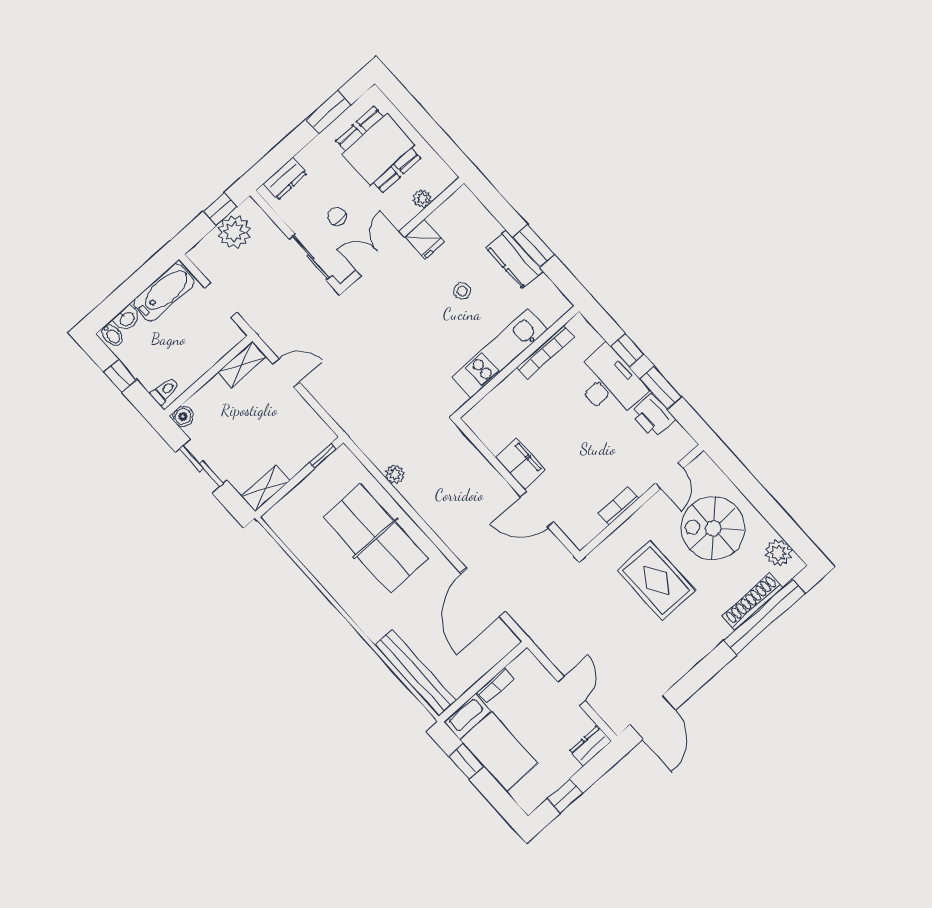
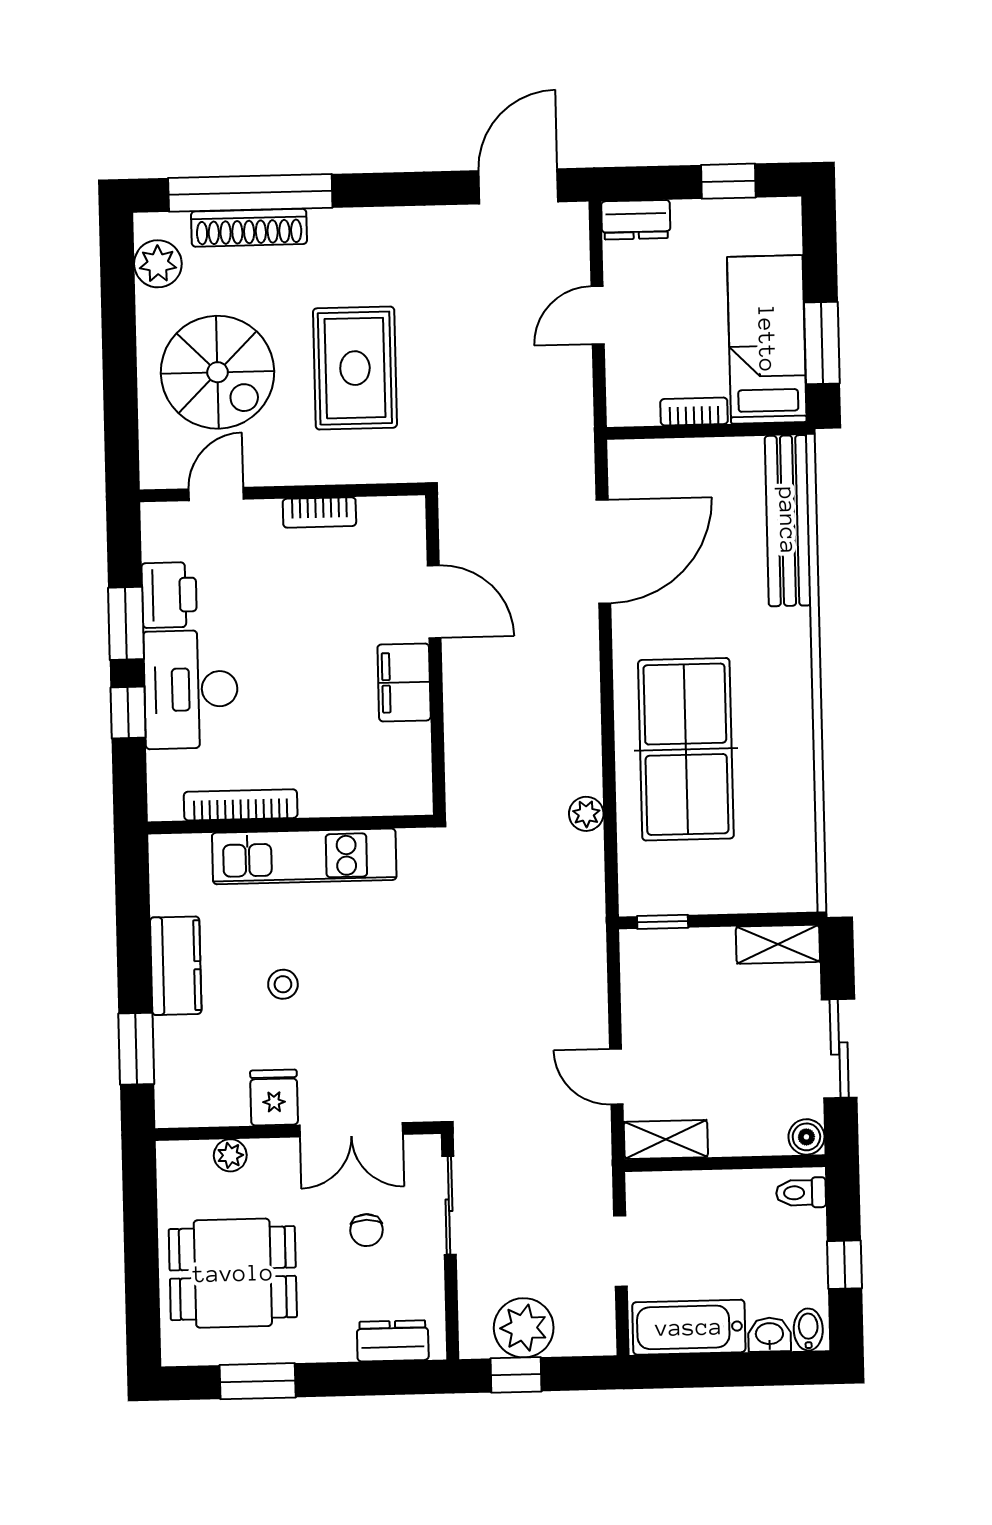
dining table: (378, 149) -> (233, 1273), turned 90
window: (534, 246) -> (136, 1049), moved
window: (466, 761) -> (822, 343), width x1.50

